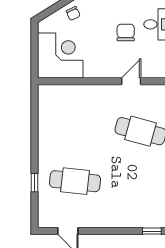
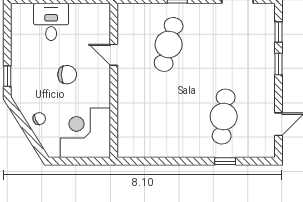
chair: (126, 32) -> (67, 75), moved, turned 180
window: (123, 231) -> (279, 64), added

